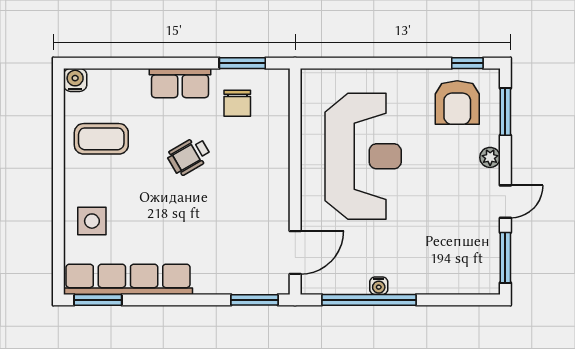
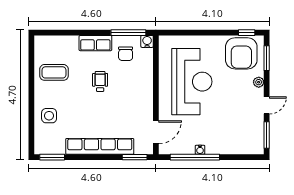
window: (242, 63) -> (128, 33), width x1.44
water cooler: (75, 80) -> (147, 41), moved
armchair: (457, 103) -> (241, 53), width x1.36, depth x1.36
wheelchair: (189, 156) -> (100, 81), turned 120
row of seats: (128, 279) -> (100, 146), moved

